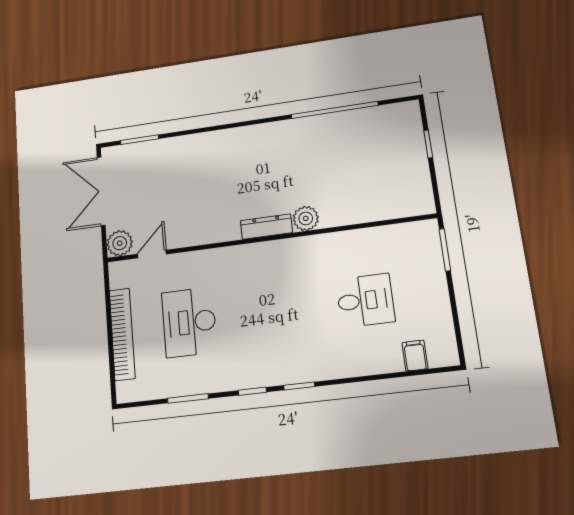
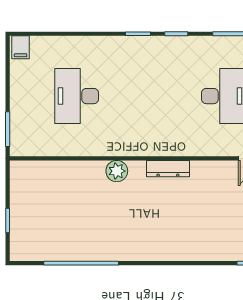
dresser: (266, 227) -> (168, 169), moved
desk: (365, 300) -> (77, 96), width x1.37
filing cabinet: (415, 356) -> (21, 47), moved

